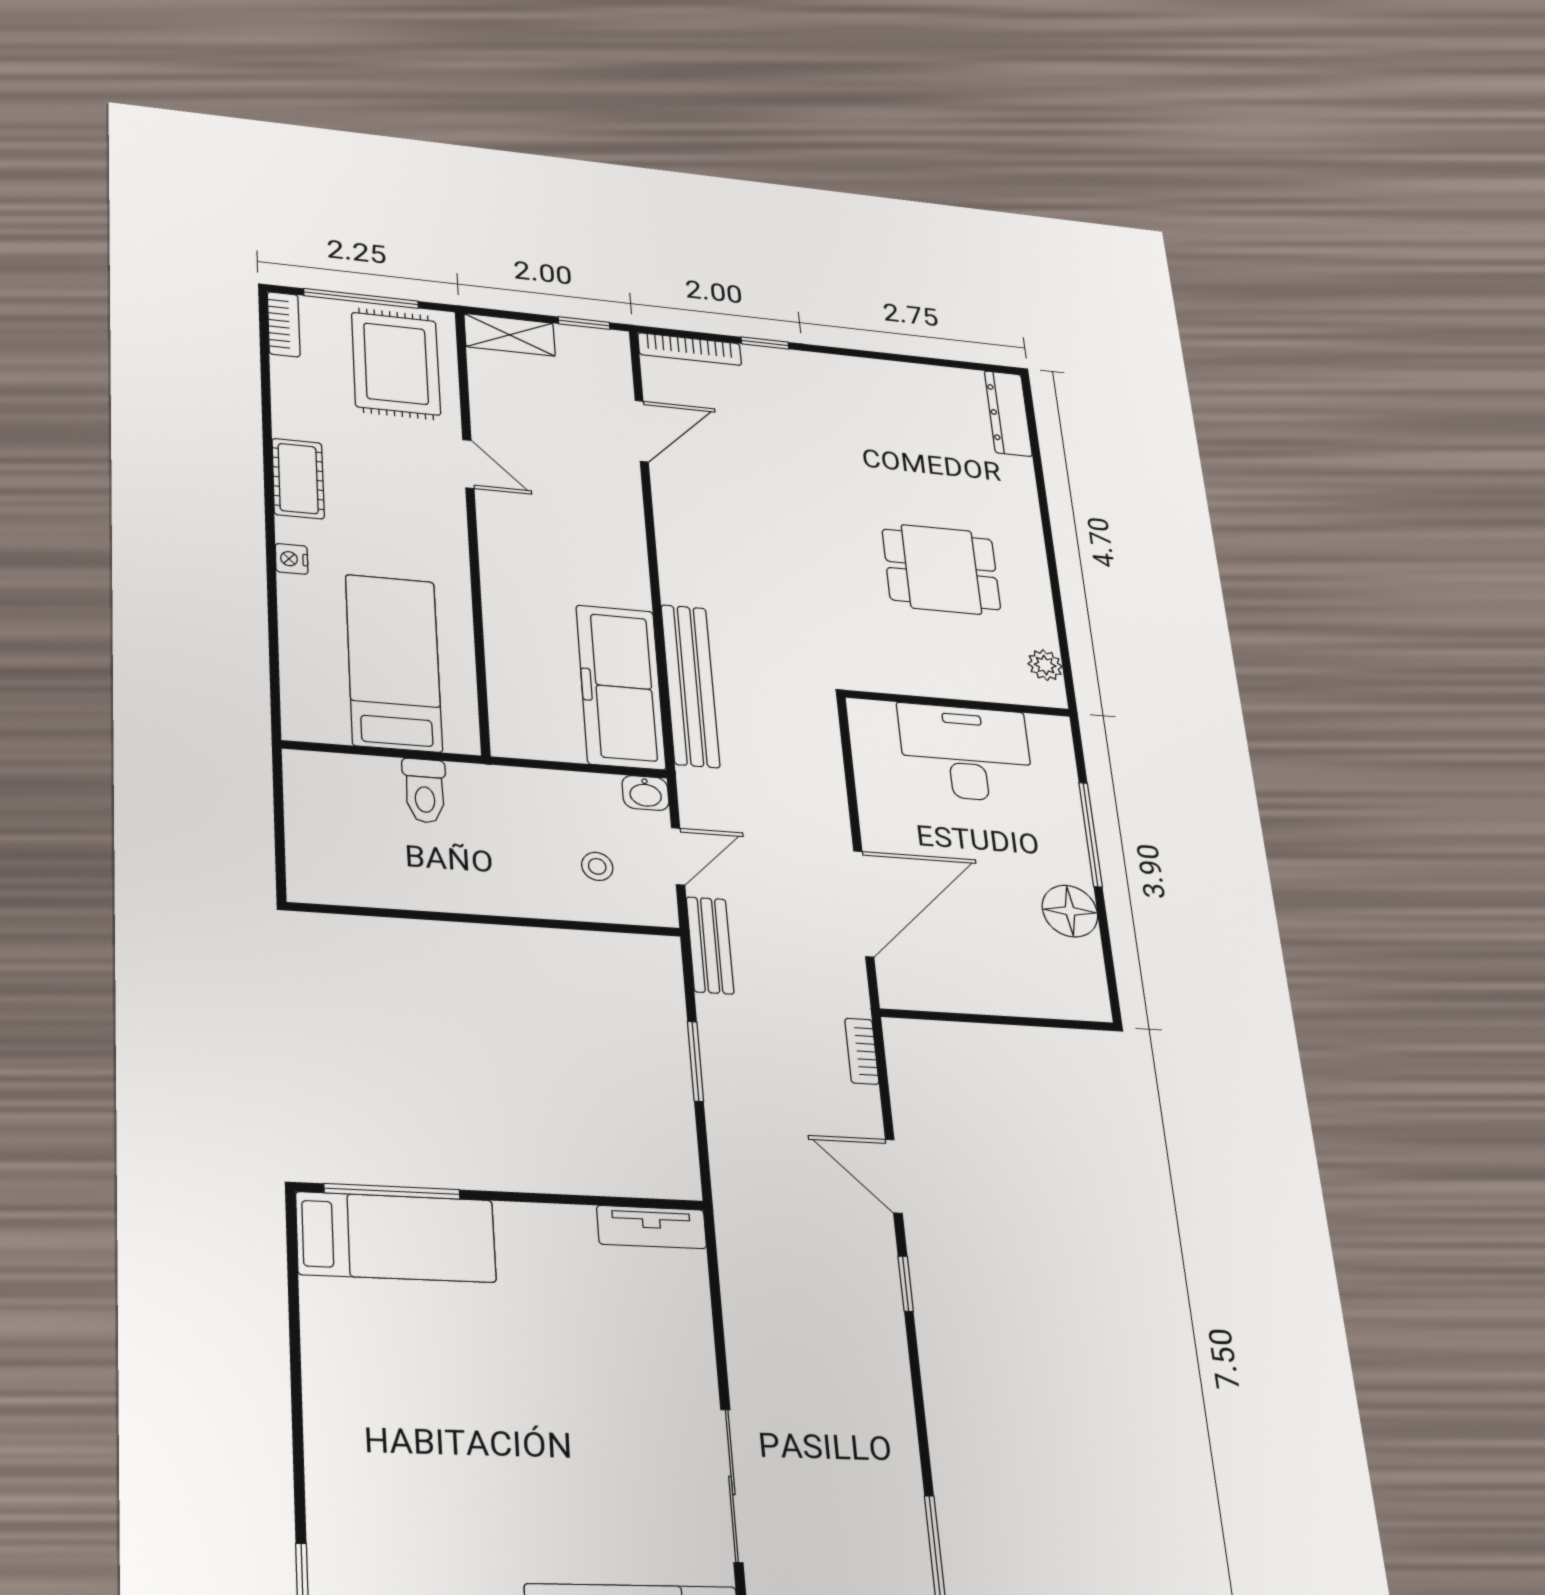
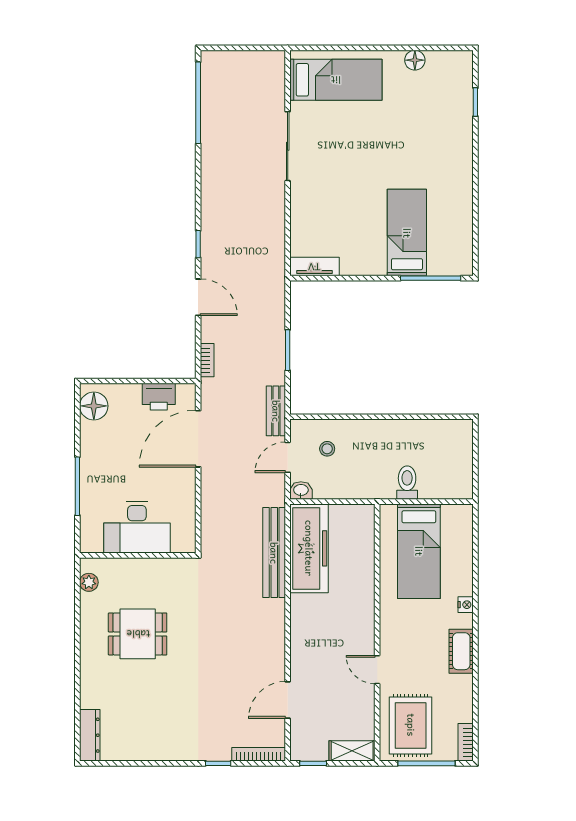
floor lamp: (1070, 911) -> (94, 406), moved
printer: (952, 988) -> (159, 397), added
bed: (396, 1237) -> (407, 233), moved, turned 90

